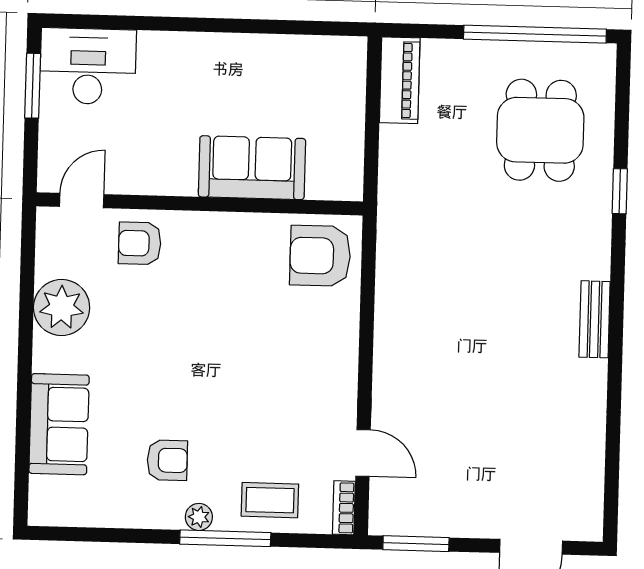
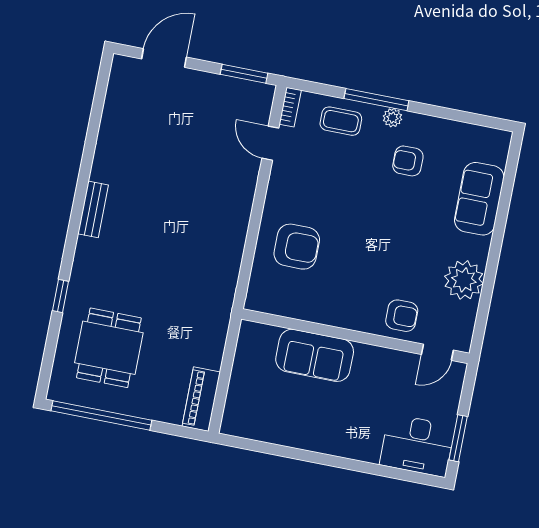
armchair: (320, 256) -> (297, 247), moved

